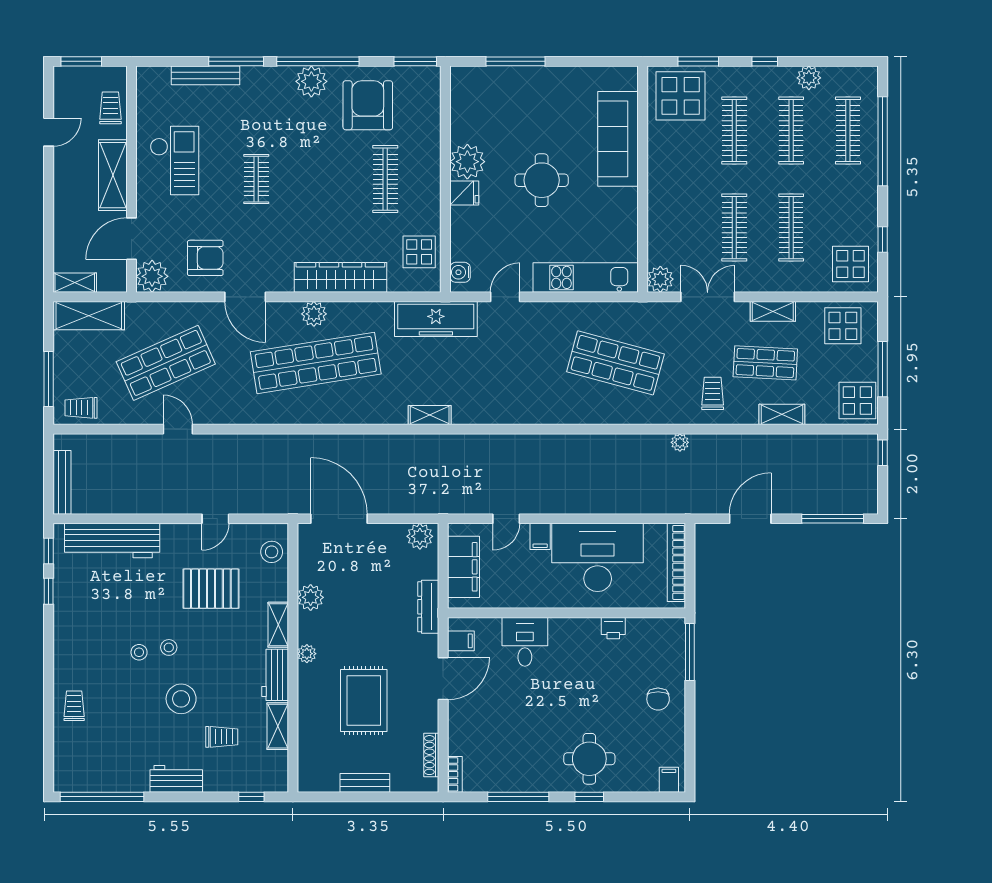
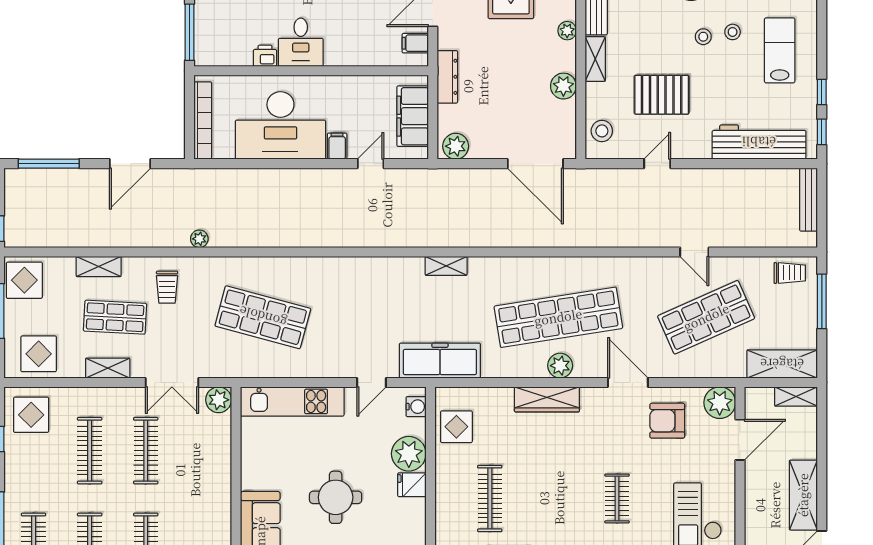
plant: (467, 162) -> (409, 454), moved
shelving: (113, 175) -> (803, 495), moved
wardrobe: (340, 277) -> (547, 399), width x0.71, depth x0.85
lab bench: (91, 634) -> (780, 50), added
desk: (525, 642) -> (301, 42), moved

